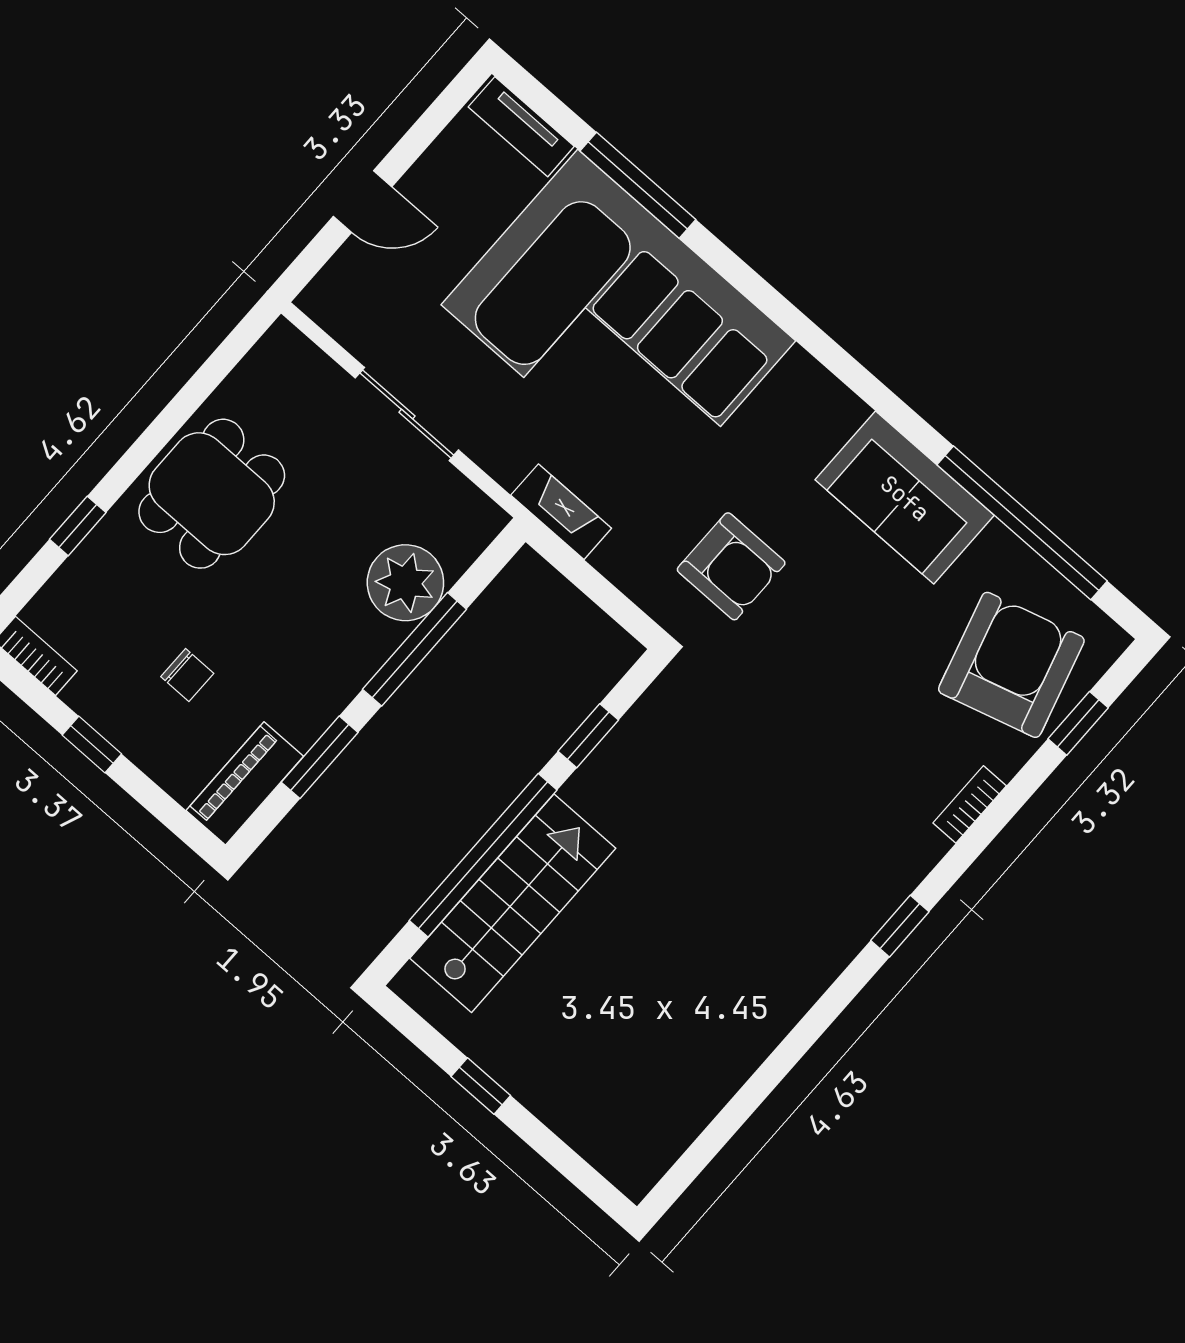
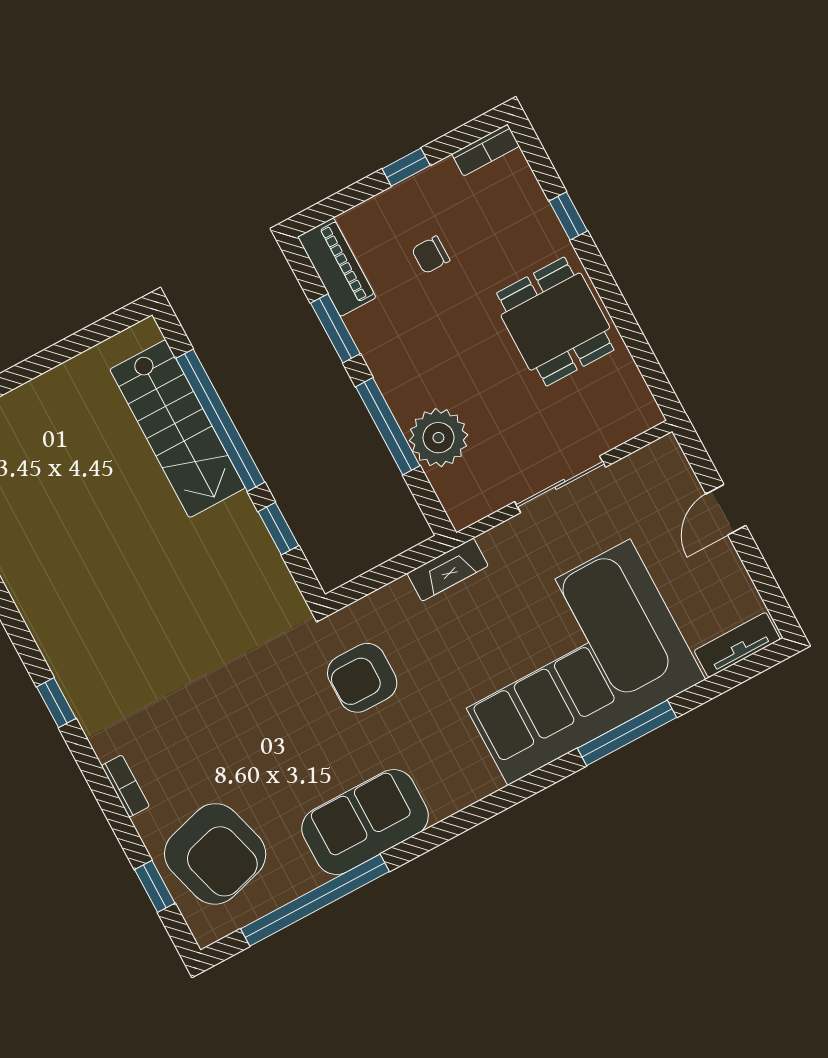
window: (638, 185) -> (627, 733), moved
window: (481, 1086) -> (54, 356), removed

